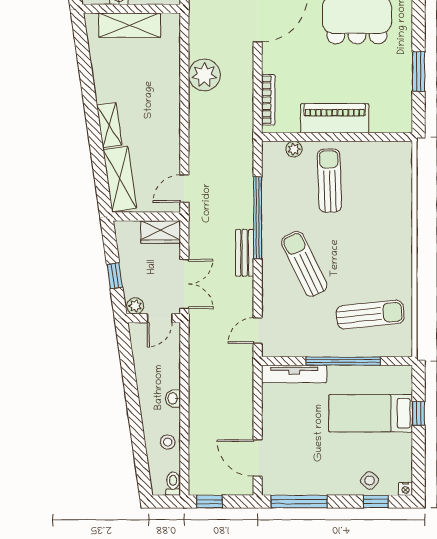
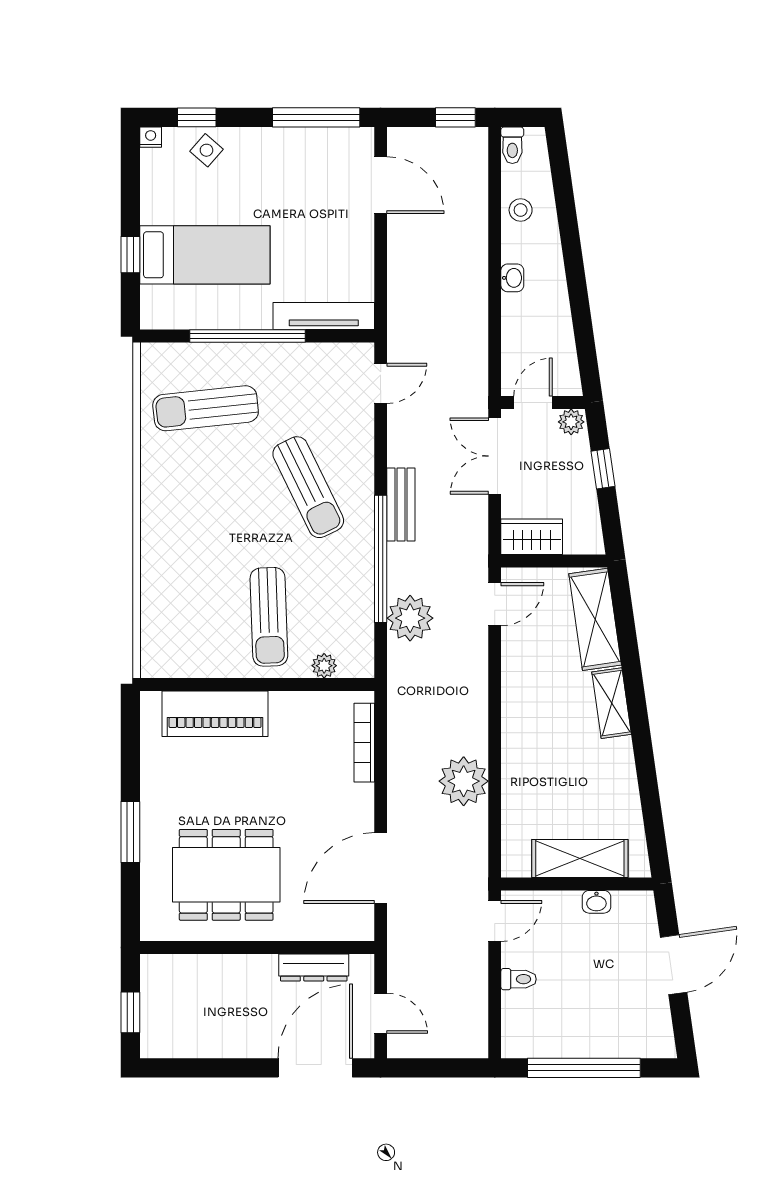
window: (419, 72) -> (130, 832), moved
piano: (335, 118) -> (215, 714), moved
plant: (239, 180) -> (410, 618), added

